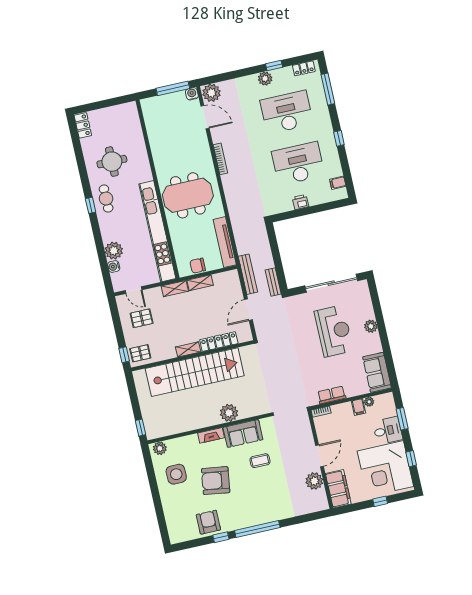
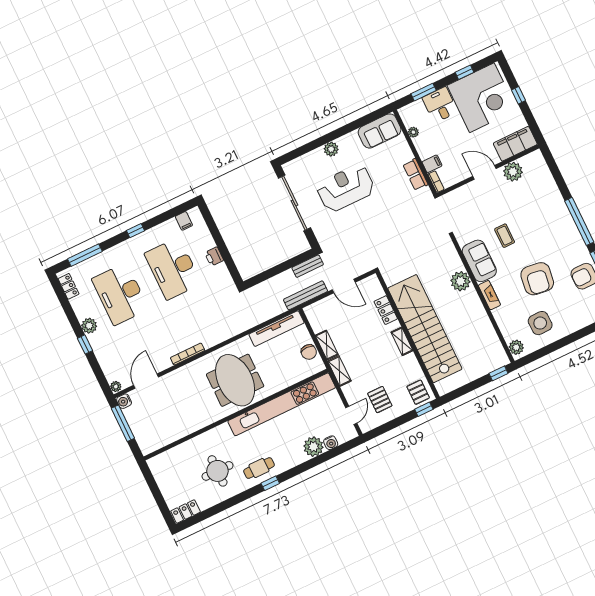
window: (274, 66) -> (85, 344), moved
plant: (212, 93) -> (116, 387), width x0.53, depth x0.53
locker: (219, 342) -> (386, 310), width x0.66
filing cabinet: (359, 407) -> (432, 164), moved

